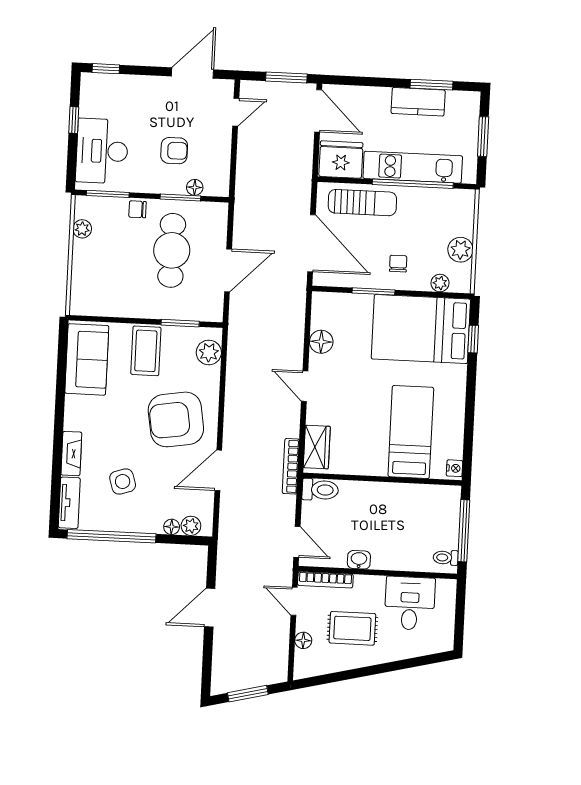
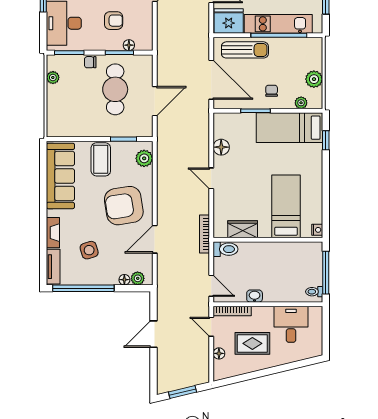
bed: (421, 329) -> (289, 128), width x0.67
sofa: (87, 359) -> (60, 176), width x1.36
wardrobe: (317, 447) -> (243, 229), moved, turned -90

